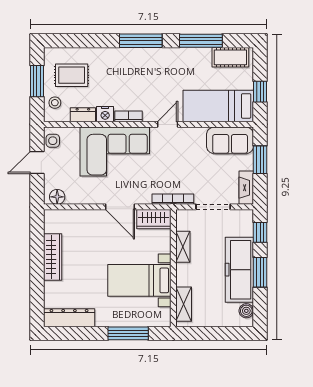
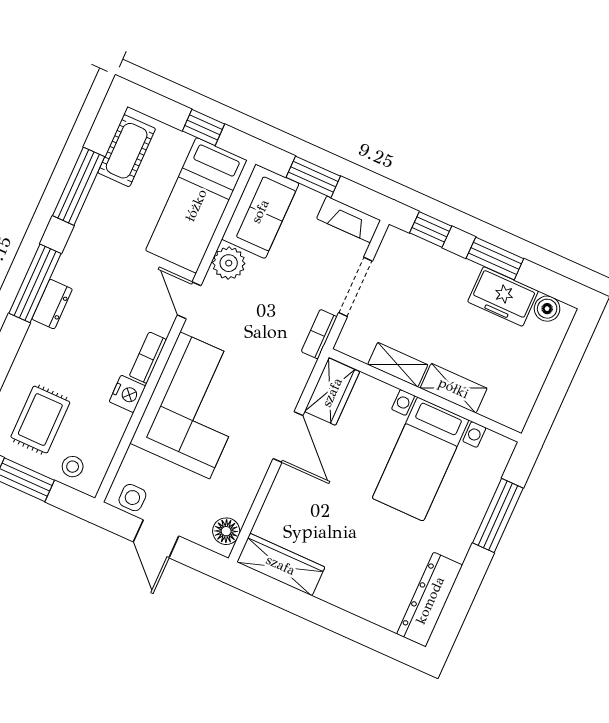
dresser: (83, 115) -> (52, 304), moved, turned 180
plant: (196, 136) -> (229, 263), added
bookcase: (173, 199) -> (319, 334), width x0.64
door: (120, 207) -> (288, 437), hinge flipped
wardrobe: (53, 257) -> (281, 565), moved
freezer: (239, 270) -> (503, 296), width x0.52, depth x0.79
shelving: (184, 304) -> (454, 388), moved

